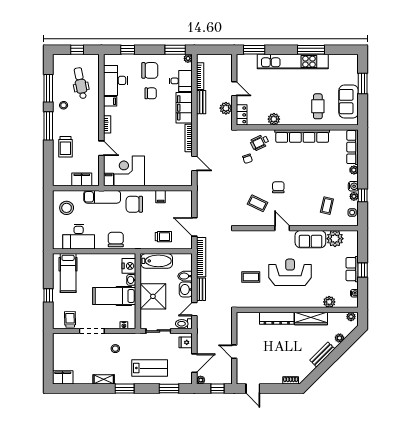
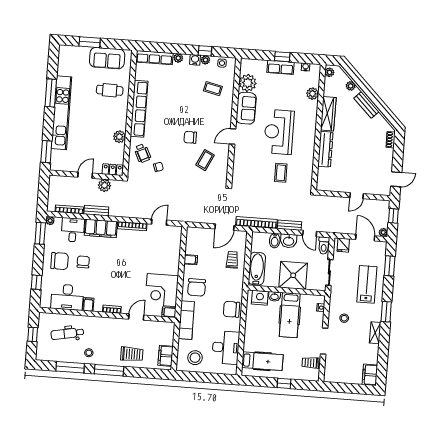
chair: (150, 70) -> (60, 261), turned 90
filing cabinet: (82, 179) -> (166, 356), moved

